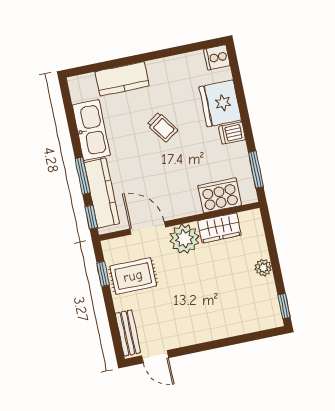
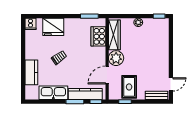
dishwasher: (232, 133) -> (69, 24), removed
wardrobe: (219, 228) -> (114, 35), width x1.50

